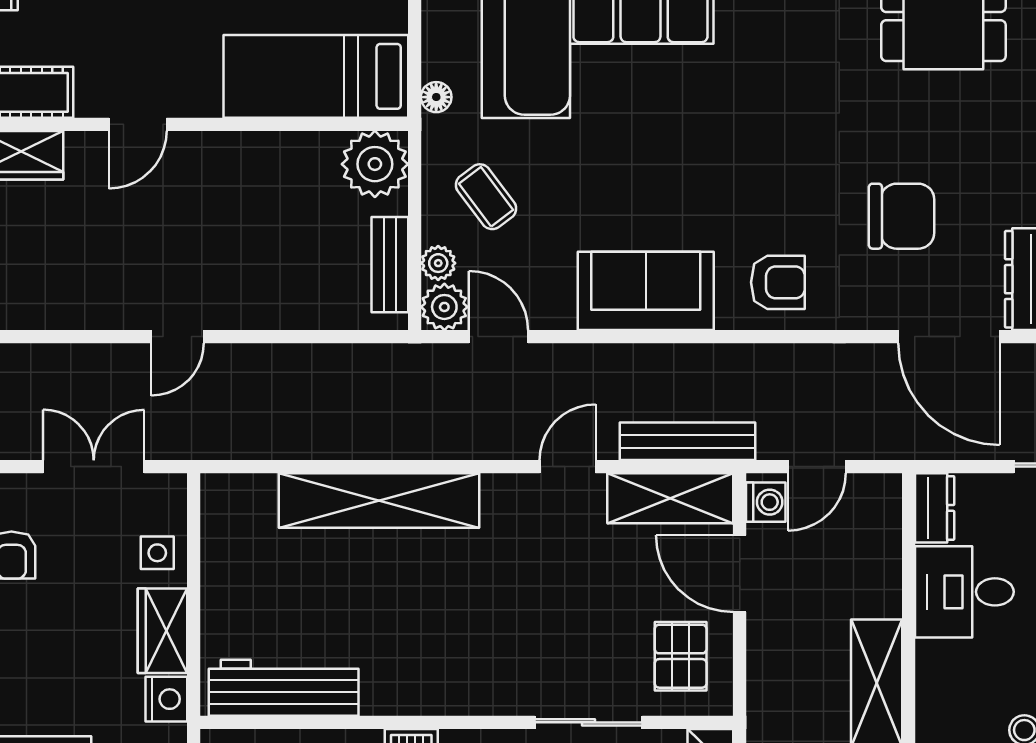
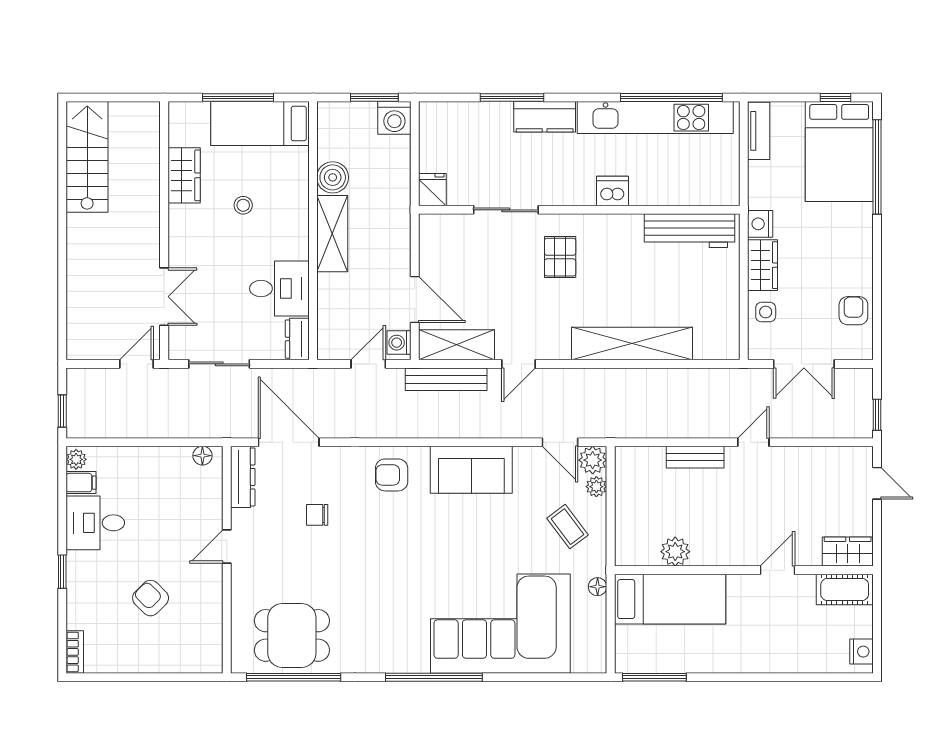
plant: (375, 164) -> (675, 552), moved, width x0.73, depth x0.73
chair: (902, 216) -> (317, 515), width x0.54, depth x0.54
bench: (390, 265) -> (695, 457), moved, turned 90
pallet: (681, 656) -> (560, 257), moved

